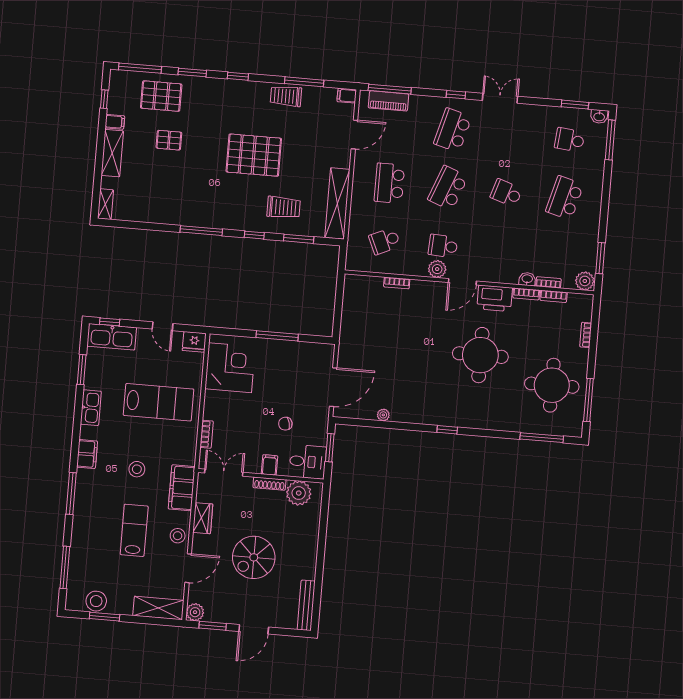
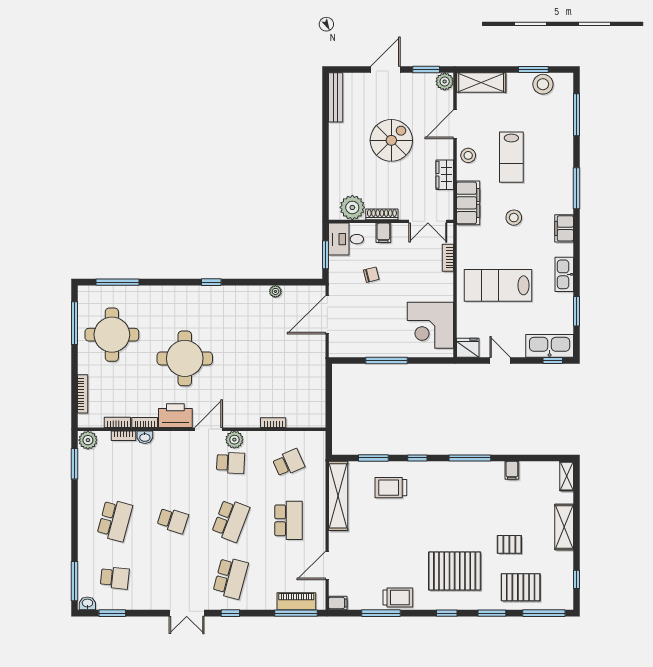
filing cabinet: (115, 122) -> (512, 470), moved, turned -90
pallet: (254, 155) -> (455, 571), moved
bookcase: (586, 335) -> (83, 394), width x1.56

